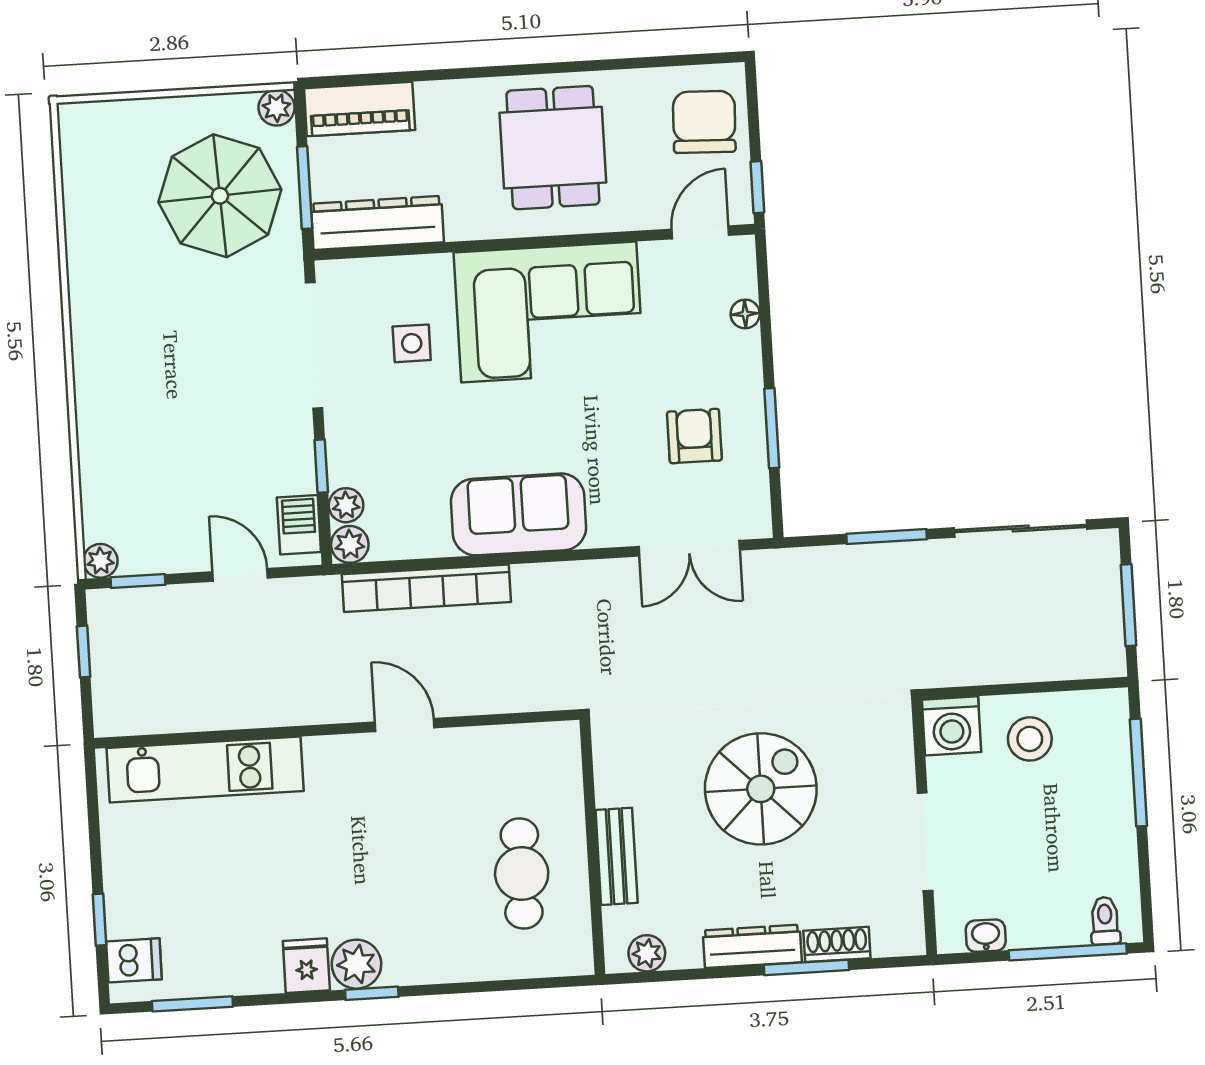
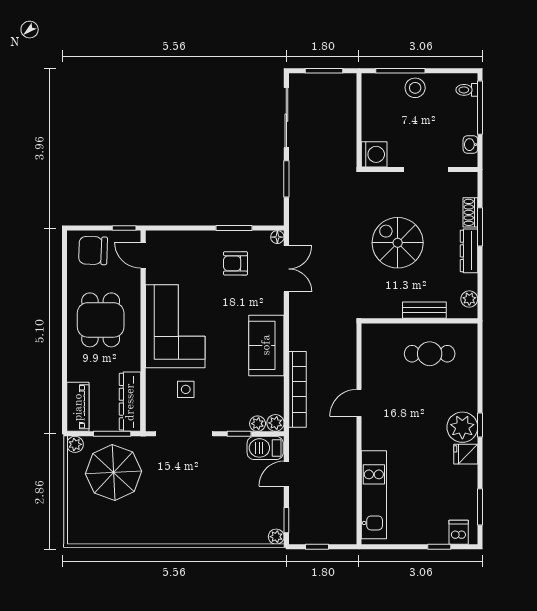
dining table: (553, 148) -> (101, 320), turned 90
floor lamp: (745, 314) -> (277, 237), moved
barbecue: (299, 525) -> (265, 448), width x1.38, depth x1.27
stool: (1030, 739) -> (415, 88), moved
plant: (356, 964) -> (462, 427), width x1.36, depth x1.36

